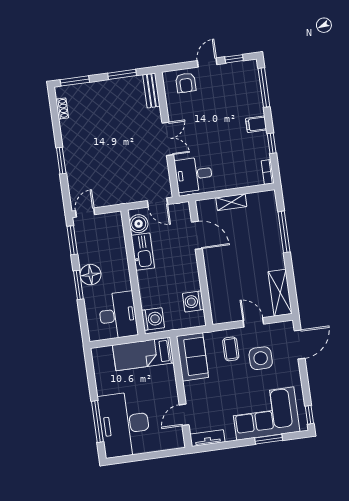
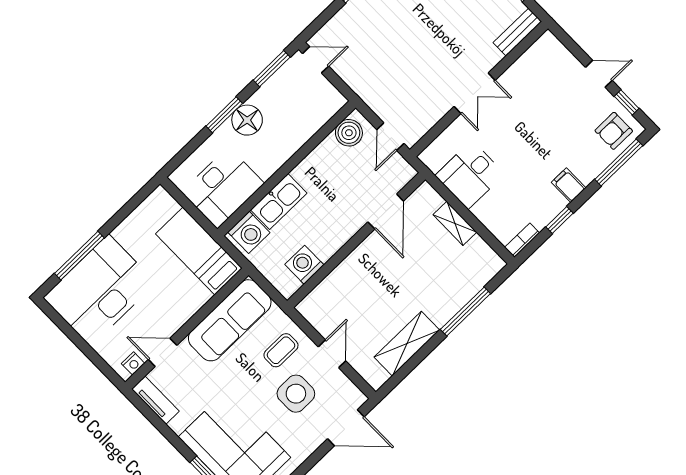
armchair: (186, 83) -> (614, 131), moved
desk: (194, 174) -> (470, 175), moved, turned -90
kitchen sink: (143, 252) -> (279, 201), moved
shelving: (280, 293) -> (407, 344), moved
sofa: (192, 357) -> (230, 320), width x1.36
nightstand: (178, 436) -> (133, 363), added

